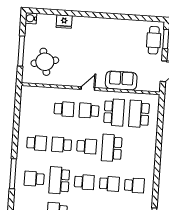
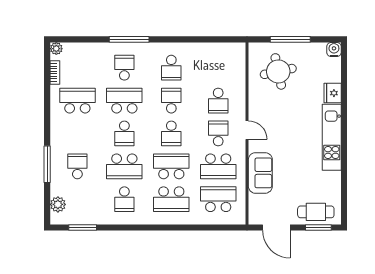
kitchen unit: (98, 24) -> (332, 137), added
school desk: (137, 150) -> (171, 199), added
school desk: (109, 184) -> (124, 166), width x1.85

